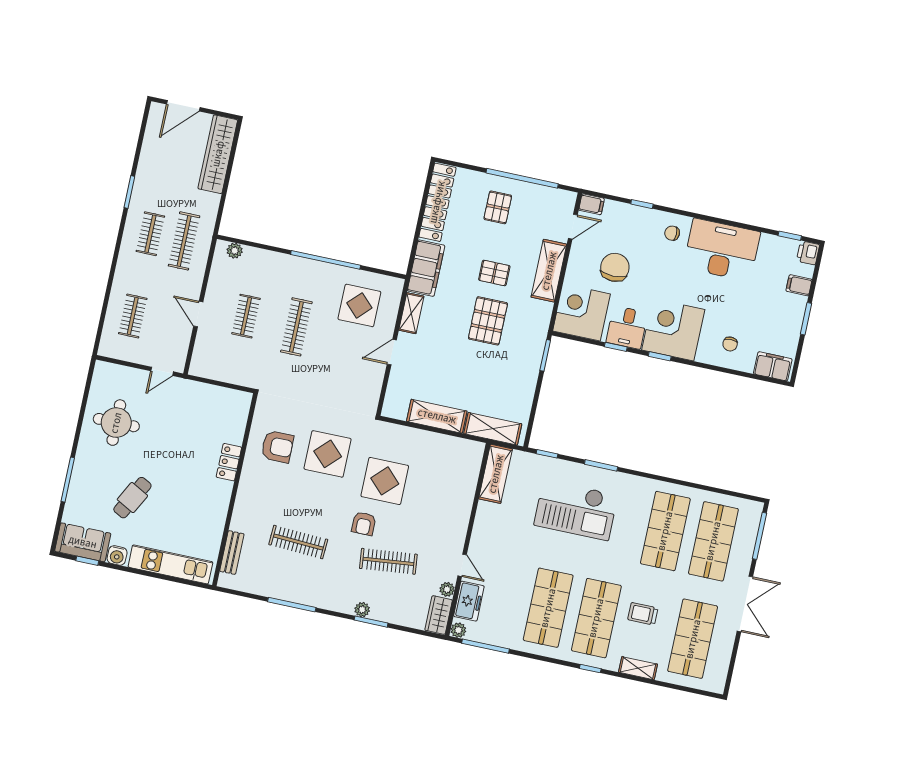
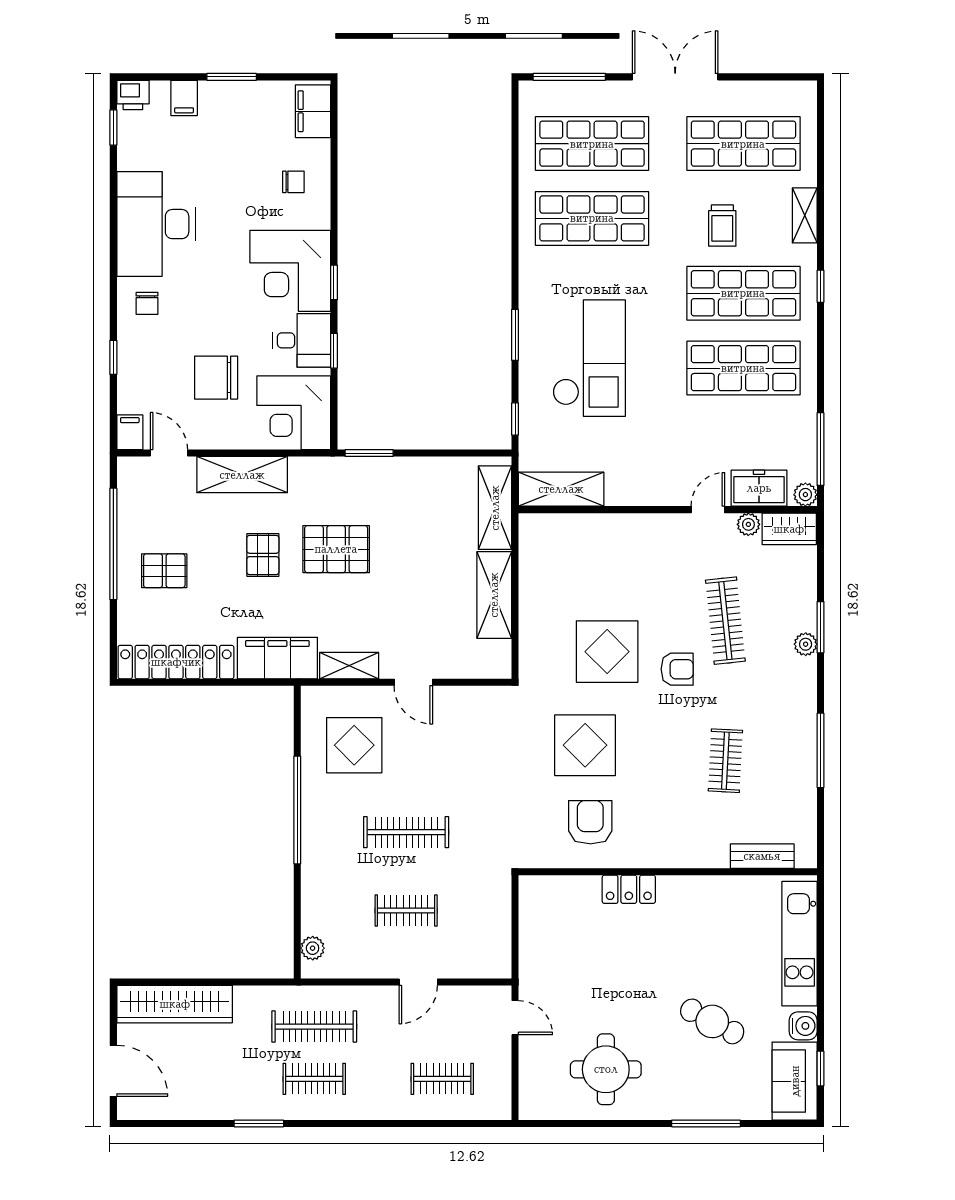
clothes rail: (298, 542) -> (725, 761), width x0.73

